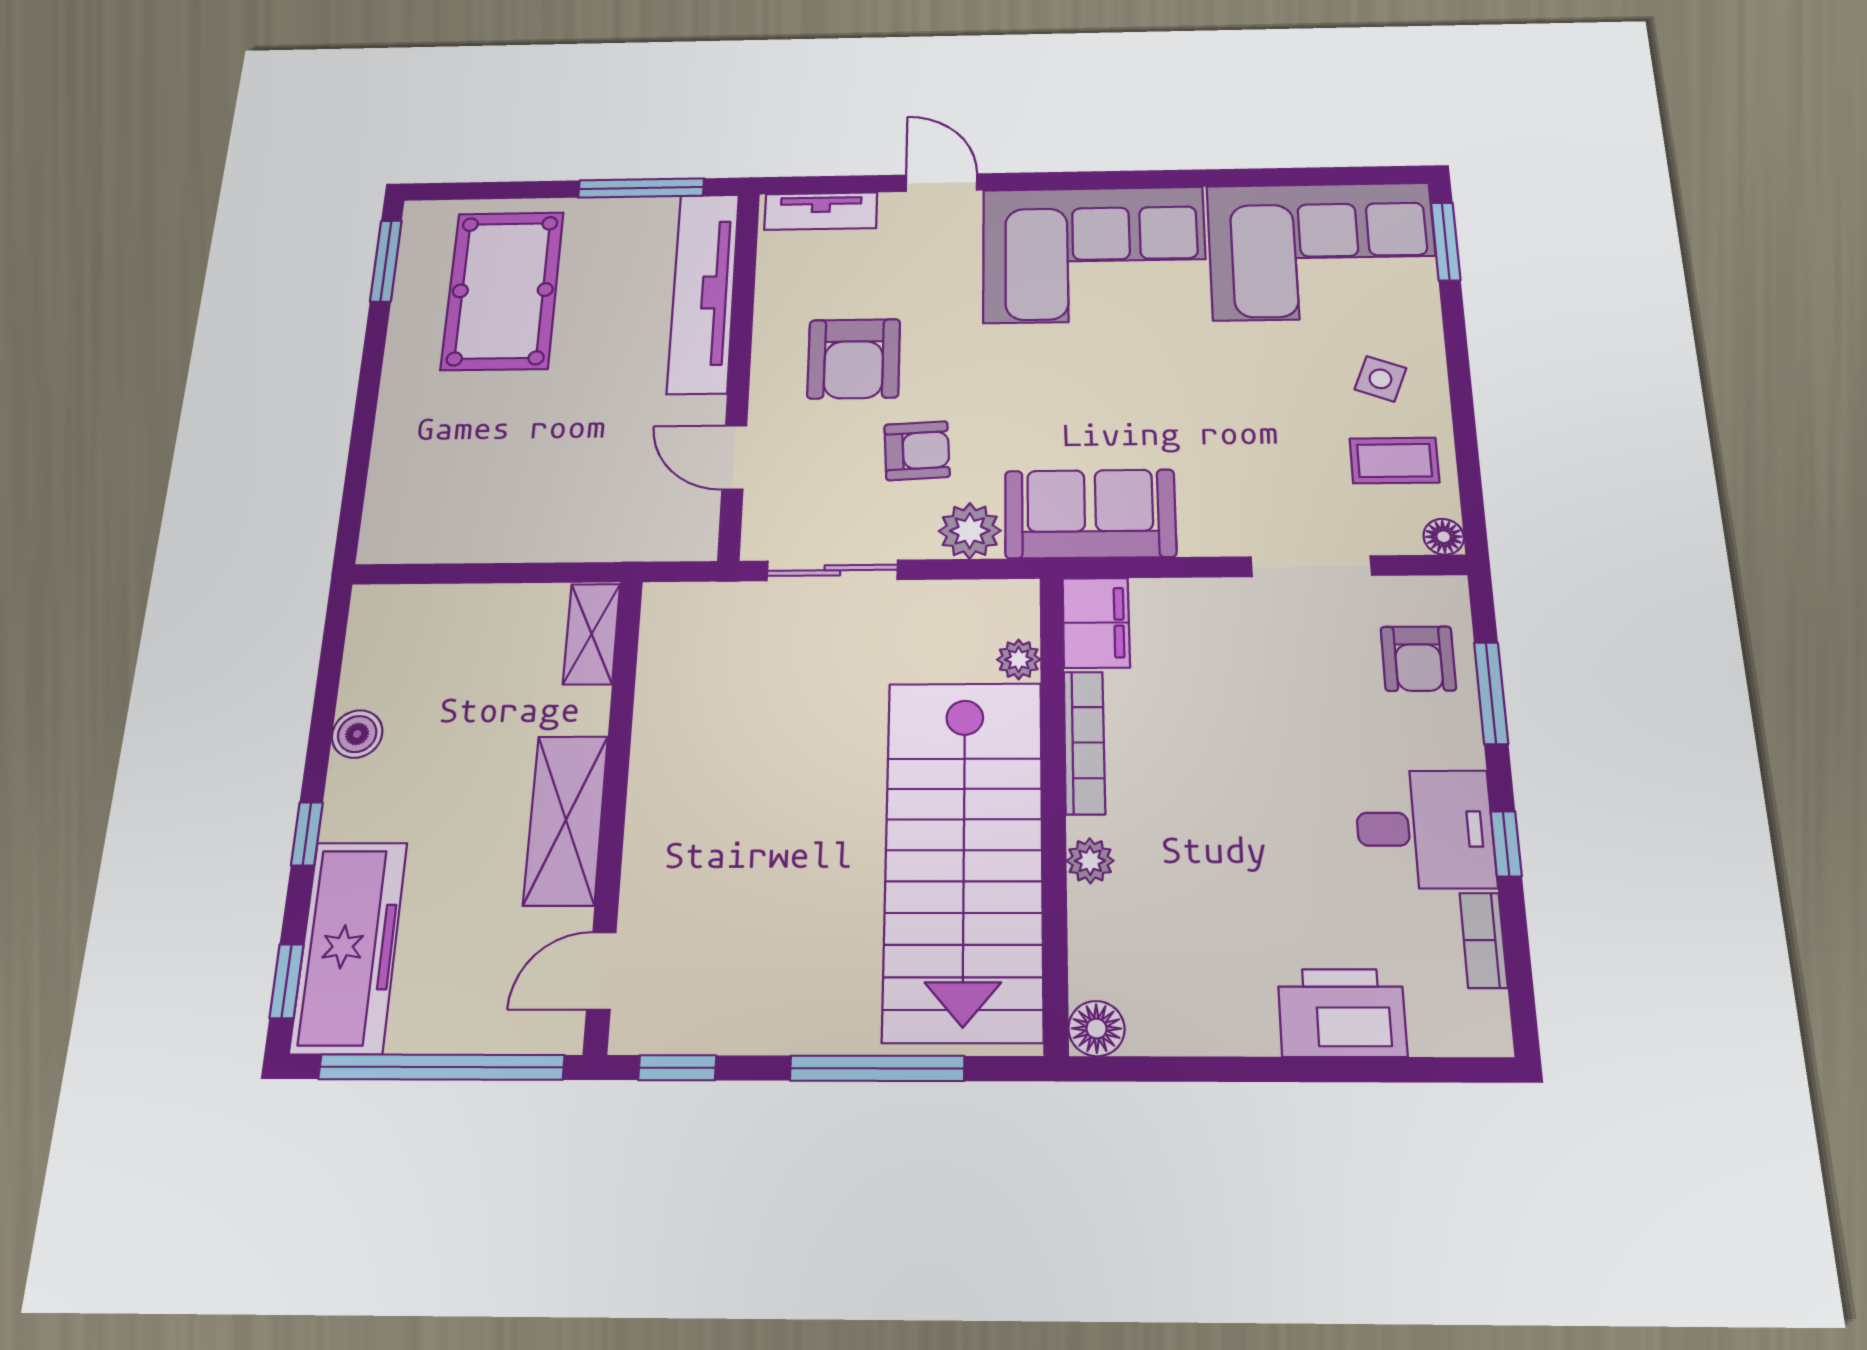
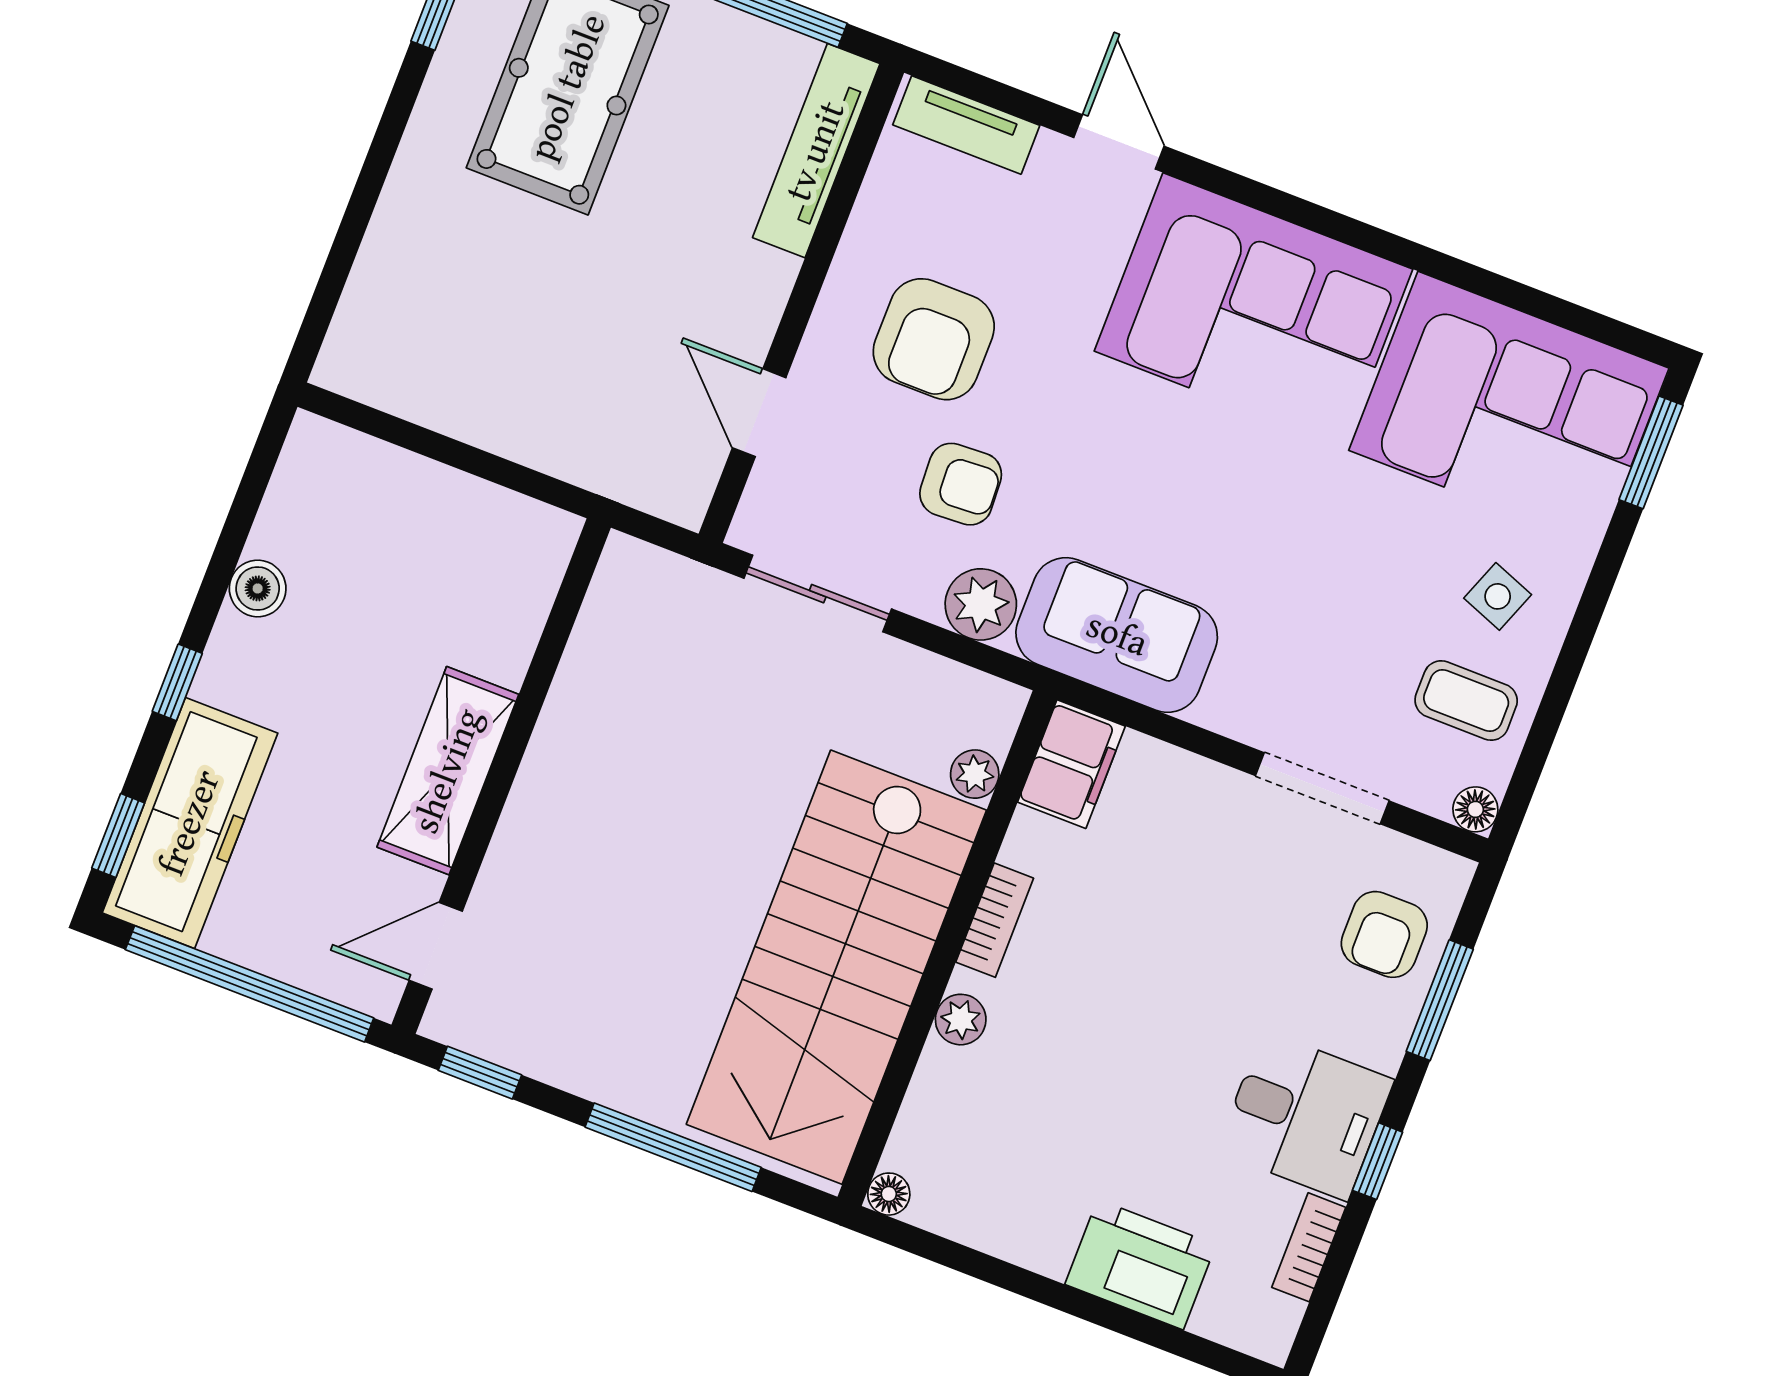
tv unit: (703, 293) -> (816, 151), width x0.73, depth x0.78
shelving: (592, 634) -> (538, 568), removed
bookcase: (1084, 742) -> (995, 920), width x0.64
floor lamp: (1096, 1029) -> (889, 1194), width x0.73, depth x0.73

